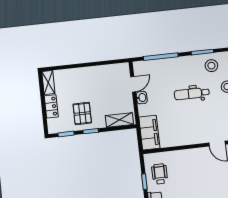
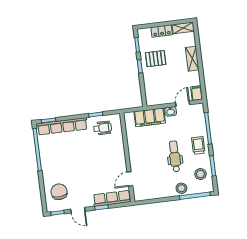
trolley: (180, 68) -> (198, 145), added
filing cabinet: (122, 69) -> (197, 93), added
door: (133, 84) -> (183, 104), swing flipped
shelving: (119, 120) -> (192, 59), moved
filing cabinet: (149, 133) -> (150, 117), moved

